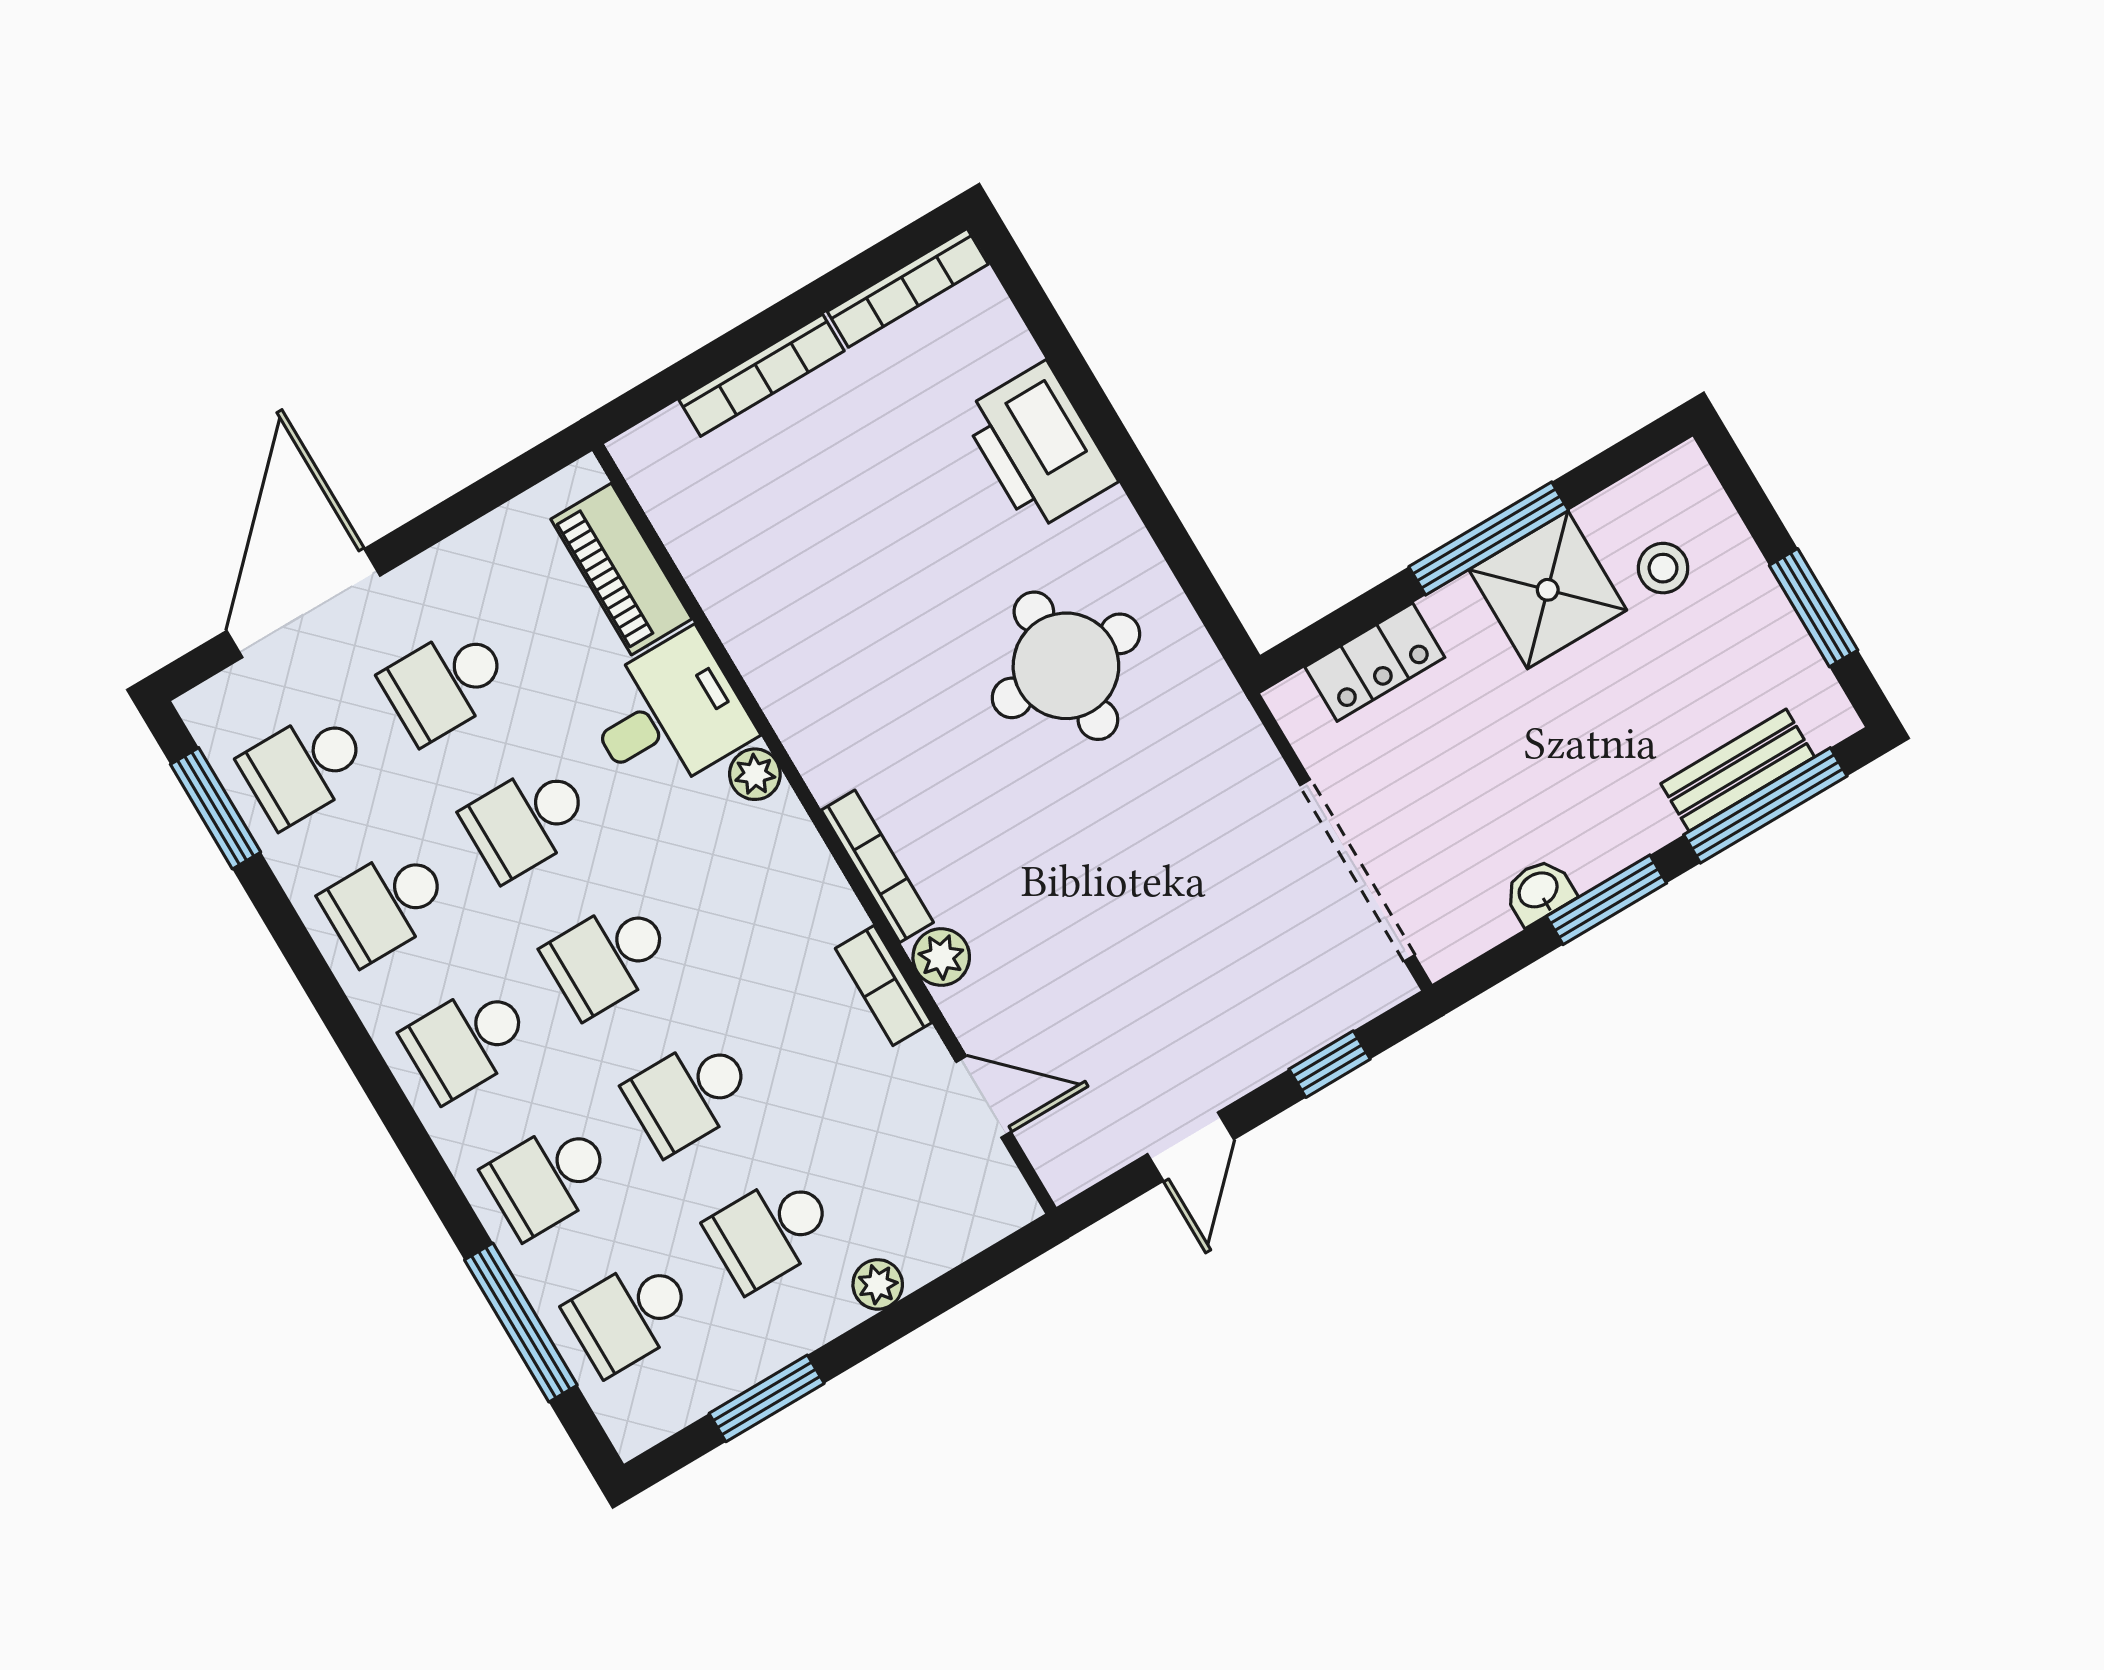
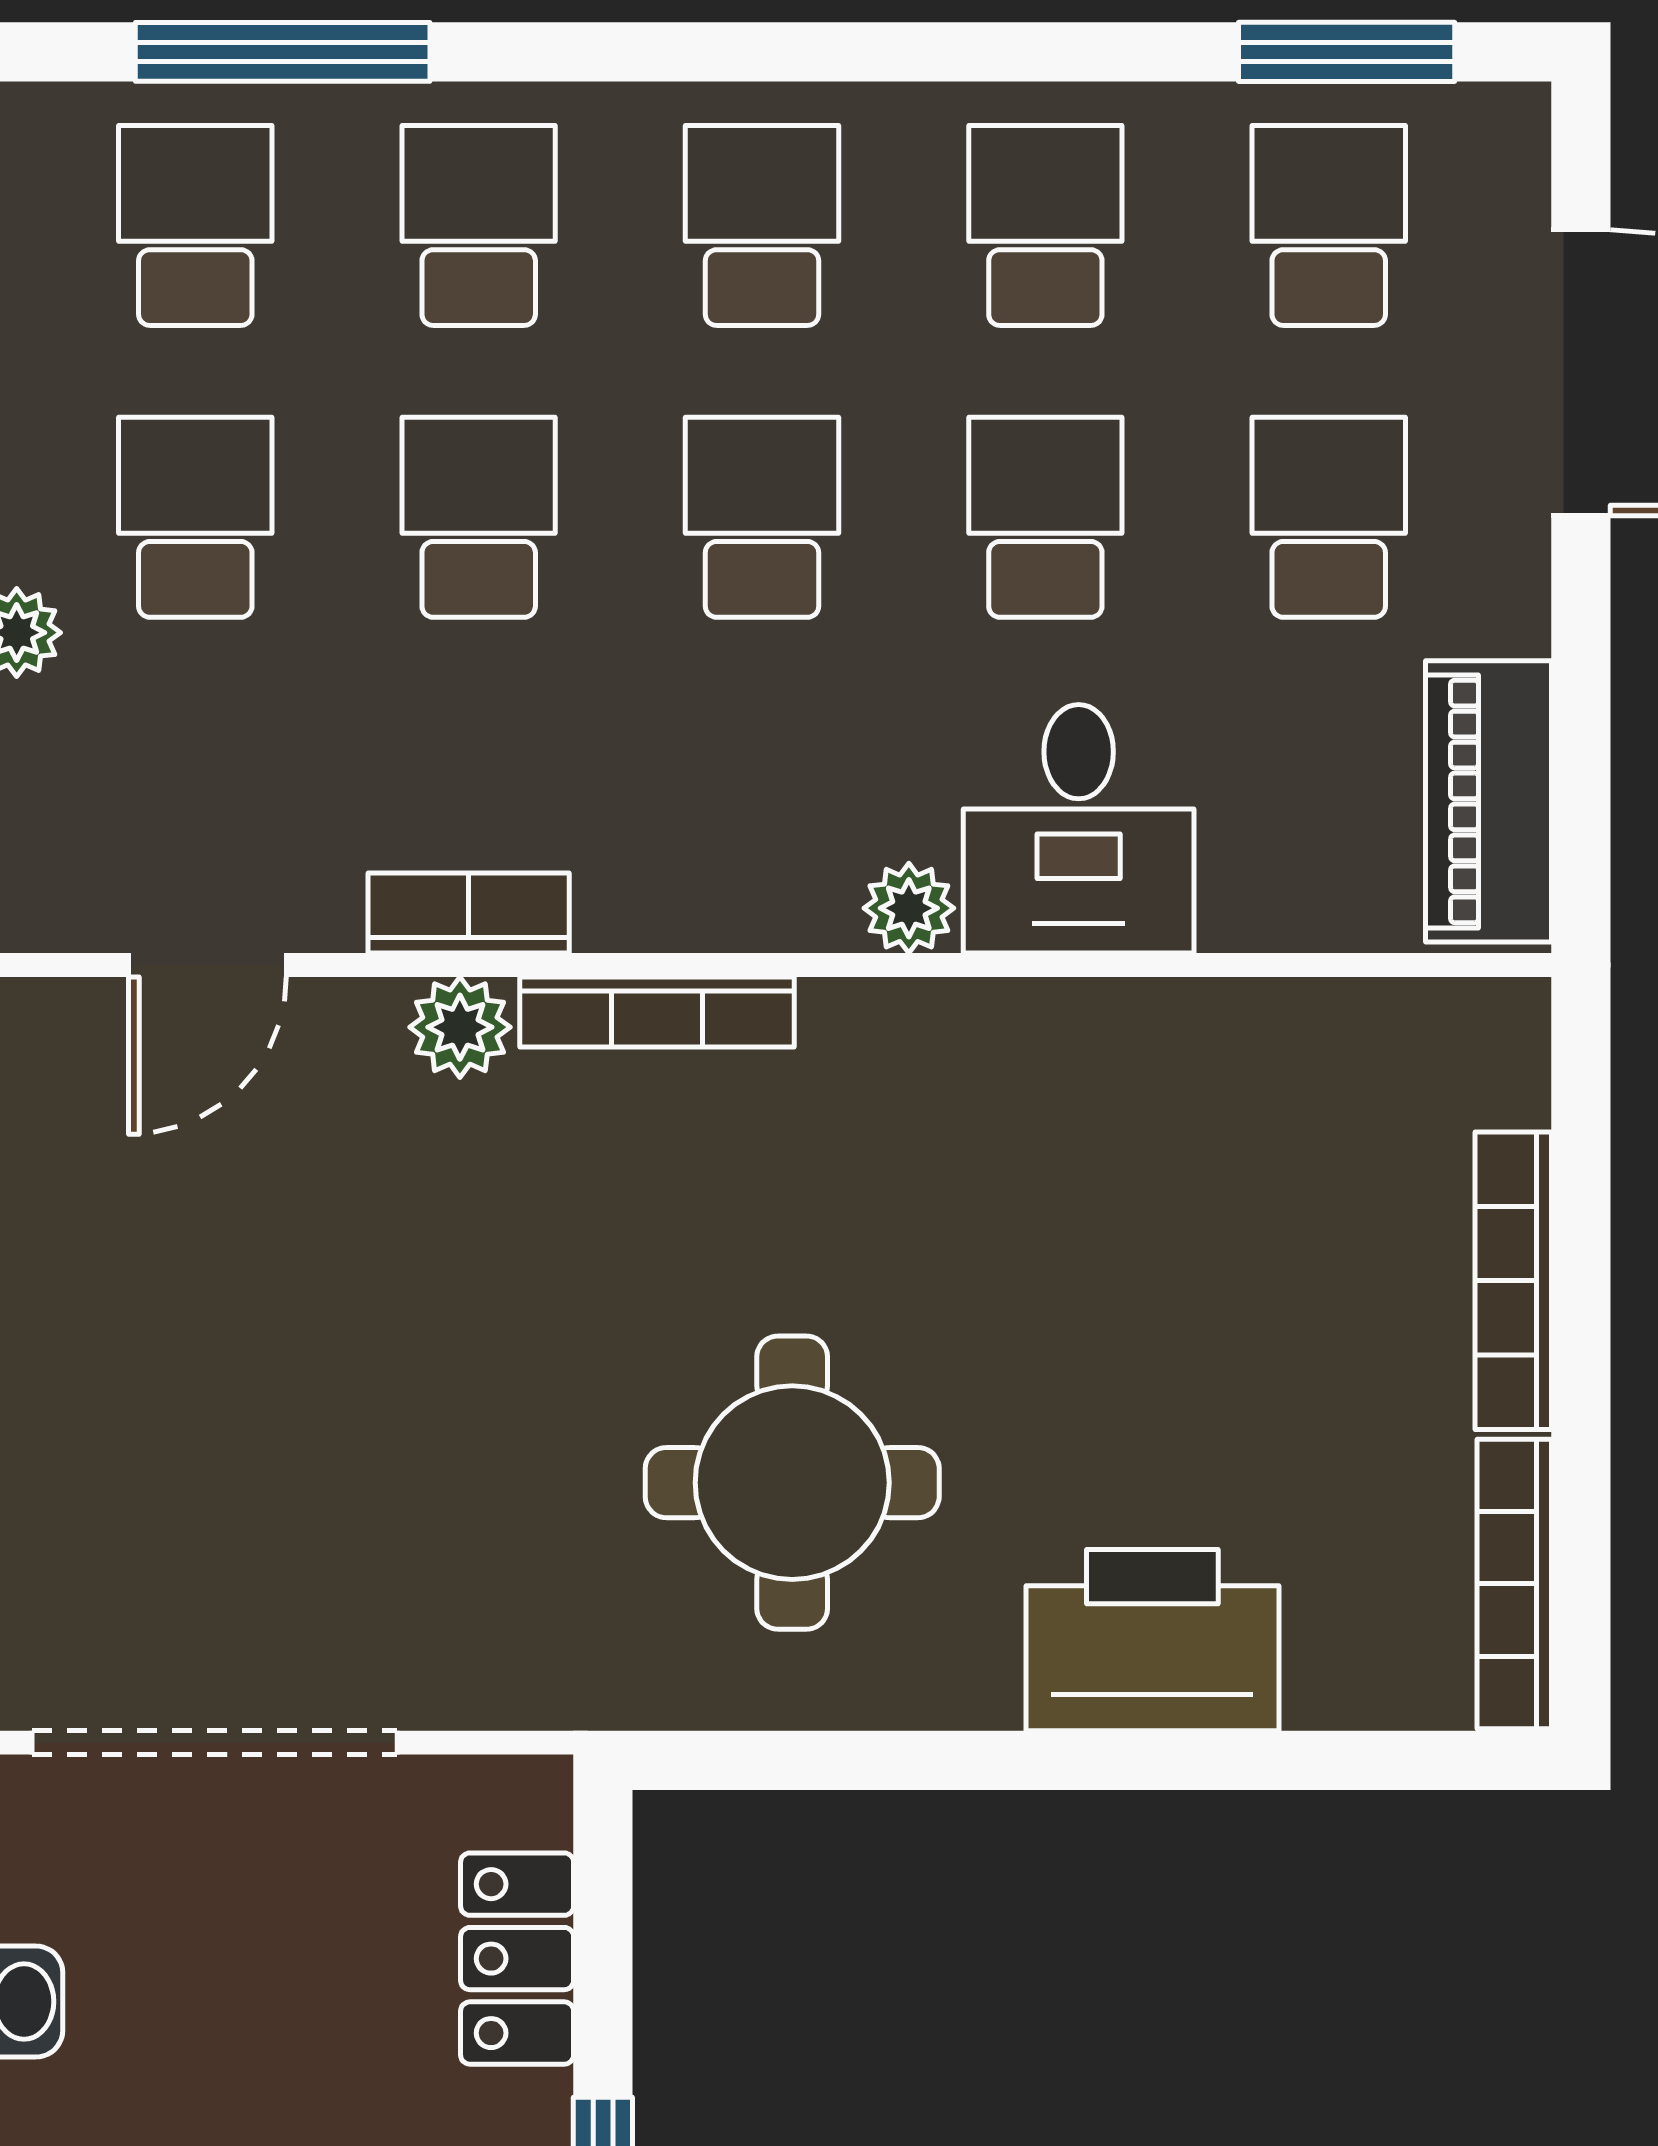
piano: (621, 569) -> (1488, 801), moved, turned -90

